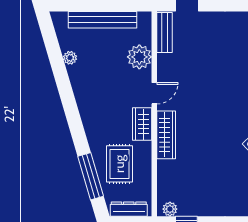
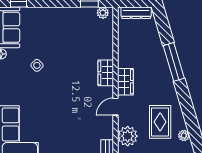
wardrobe: (166, 135) -> (106, 73), width x0.67
rug: (119, 164) -> (160, 122), moved
window: (91, 176) -> (174, 62), moved

